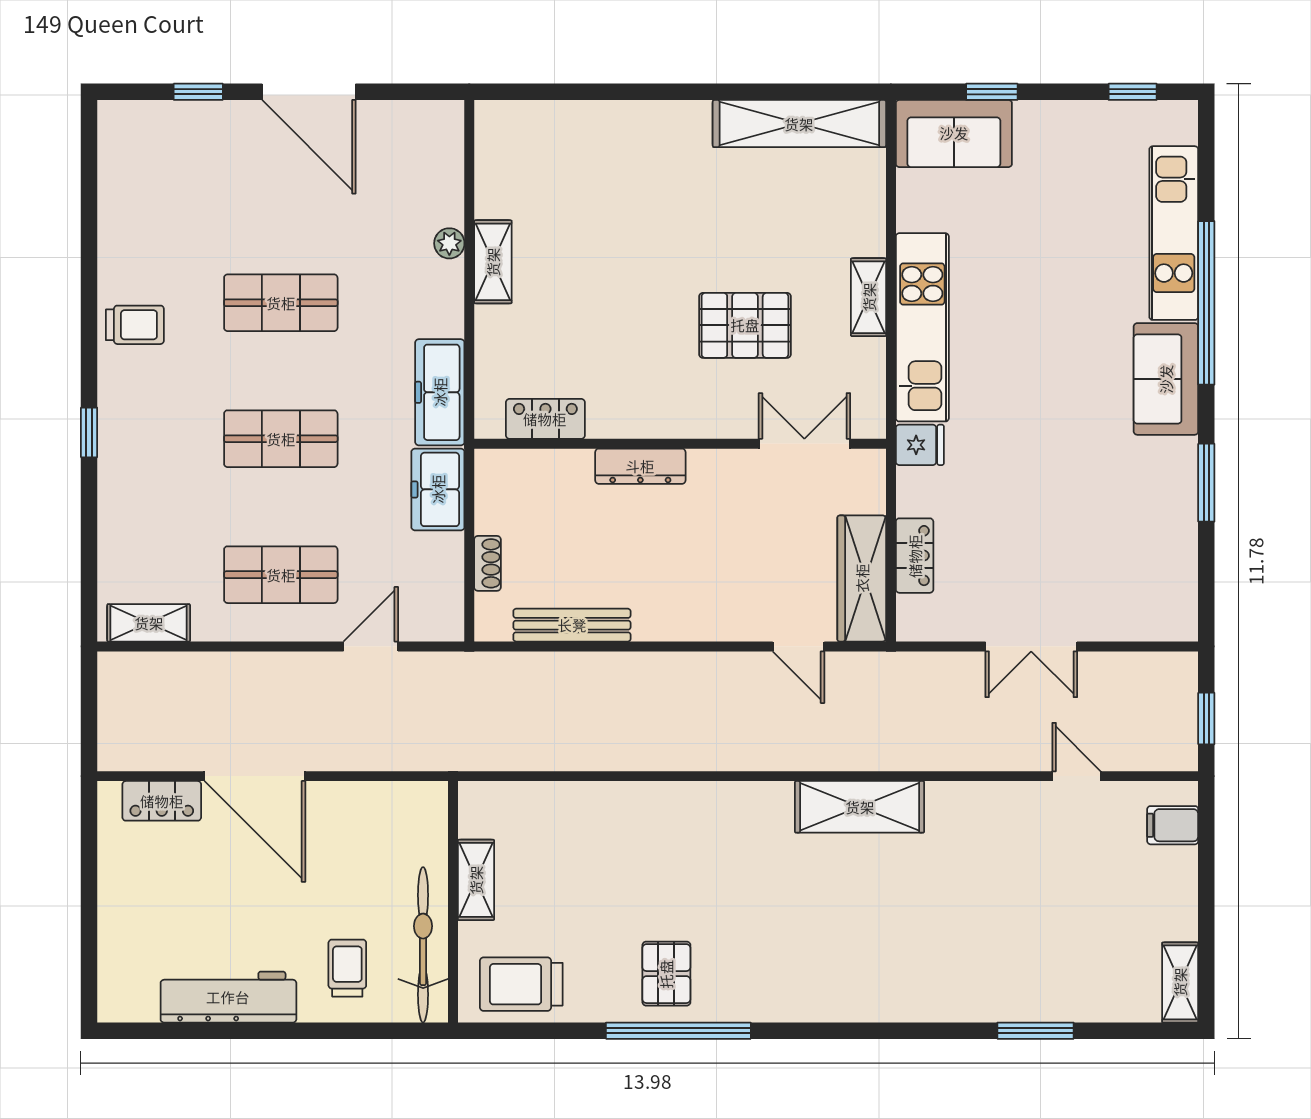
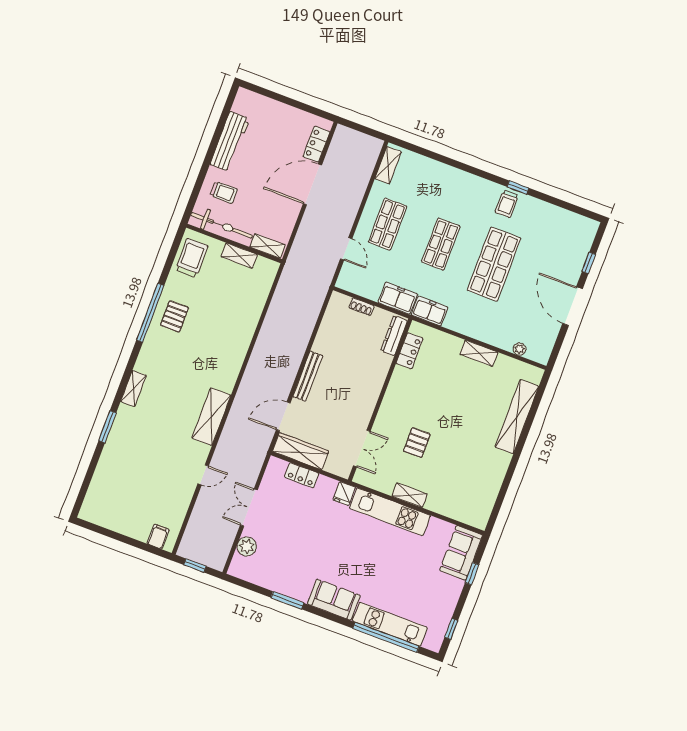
door: (309, 92) -> (573, 306), hinge flipped
shelving: (799, 124) -> (517, 417), moved
plant: (449, 243) -> (519, 349), moved
shop shelf: (281, 303) -> (494, 264), width x1.43, depth x1.36
window: (1206, 303) -> (386, 637), moved
pallet: (745, 325) -> (417, 443), width x0.67, depth x0.71
freezer: (440, 392) -> (430, 311), width x0.71
window: (89, 432) -> (518, 187), moved
dresser: (640, 466) -> (394, 336), moved
plant: (1120, 619) -> (247, 546), added
bench: (572, 625) -> (308, 376), moved
door: (798, 646) -> (283, 416), width x1.38
door: (1076, 776) -> (203, 475), moved
shelving: (431, 825) -> (267, 246), added
pallet: (666, 974) -> (174, 316), turned 90
shelving: (1180, 982) -> (134, 388), moved, turned 90
window: (1035, 1031) -> (107, 427), moved

